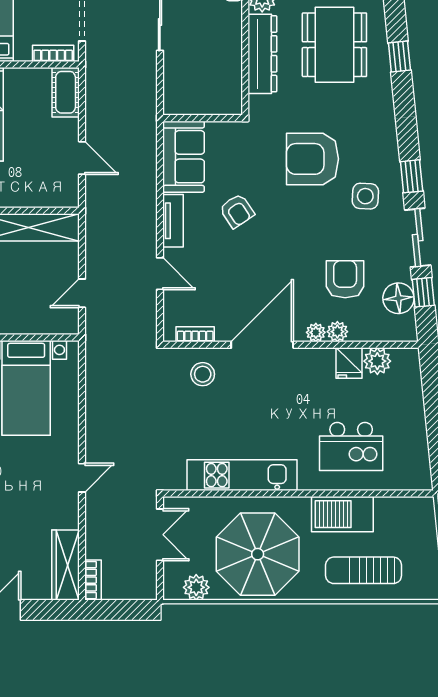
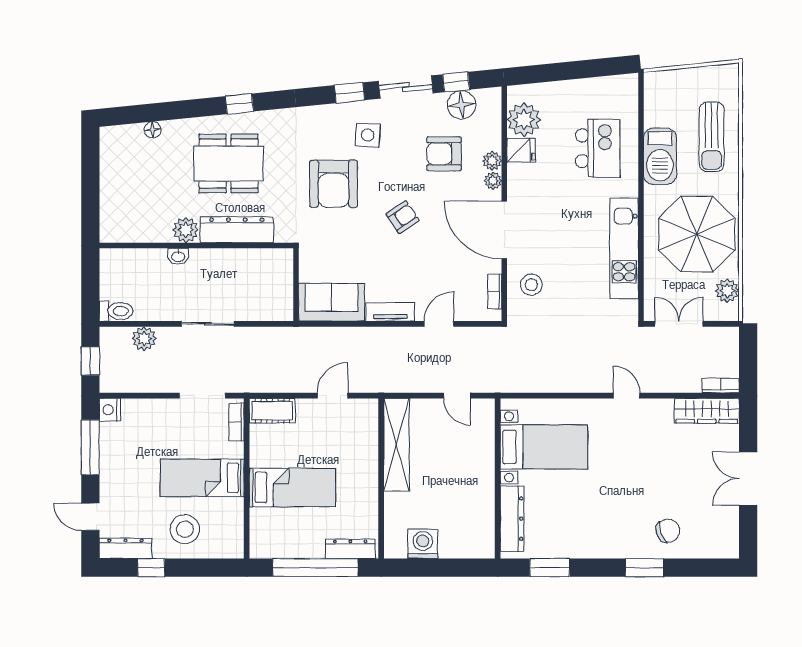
armchair: (237, 211) -> (403, 217), moved
plant: (377, 361) -> (524, 120), width x1.36, depth x1.36

